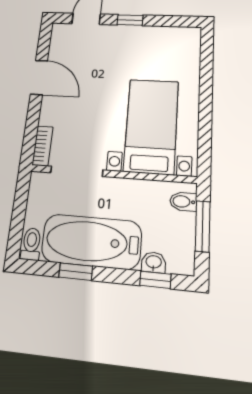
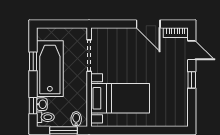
door: (39, 77) -> (148, 24), hinge flipped
bookcase: (43, 146) -> (176, 33), moved
toilet: (31, 244) -> (45, 117), moved

